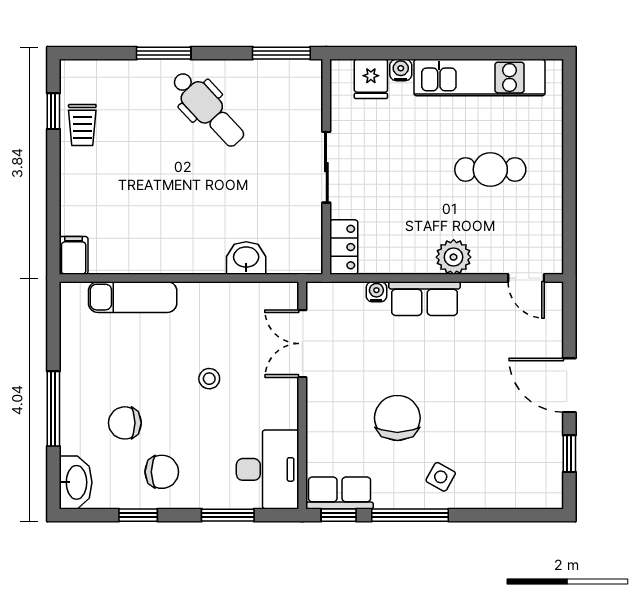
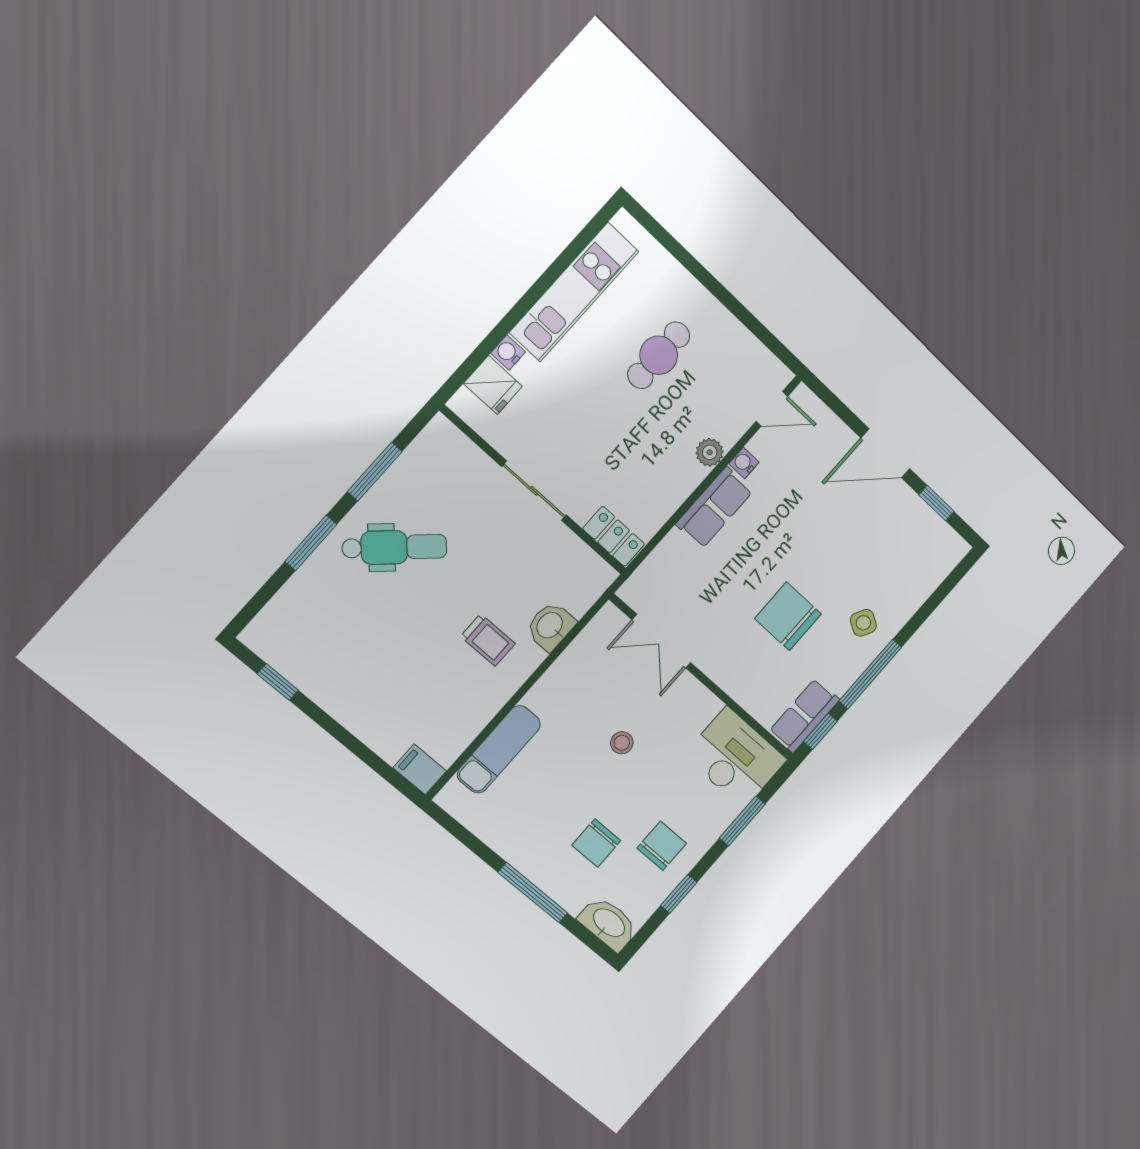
window: (281, 53) -> (375, 472), moved
trolley: (82, 125) -> (488, 640), moved
plant: (454, 257) -> (710, 452), width x0.73, depth x0.73
water cooler: (376, 292) -> (744, 463), moved

